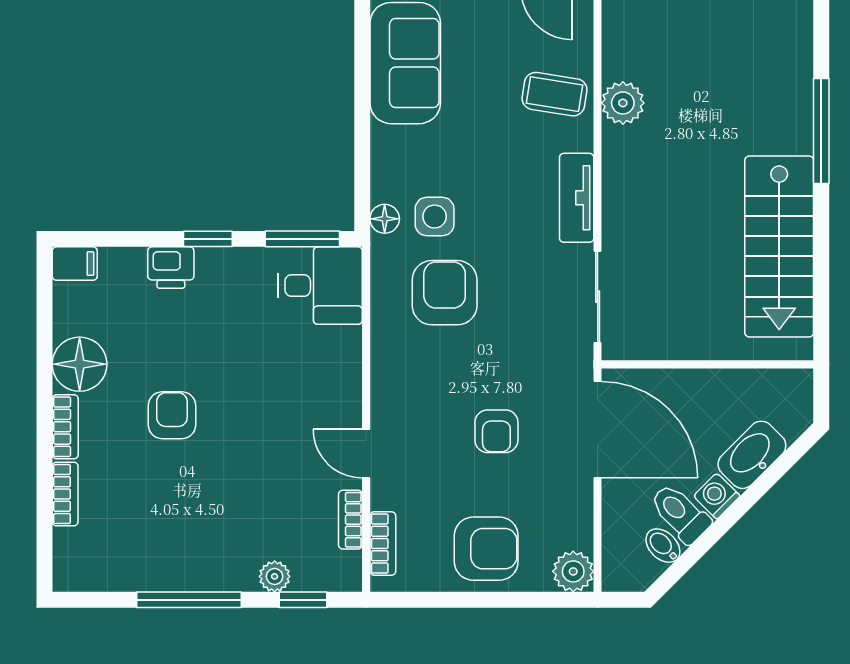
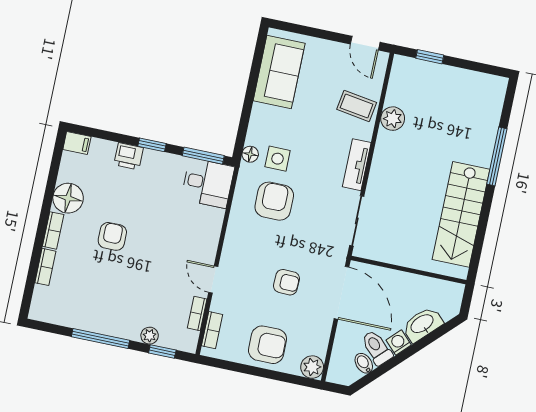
armchair: (496, 431) -> (287, 282), turned -88

